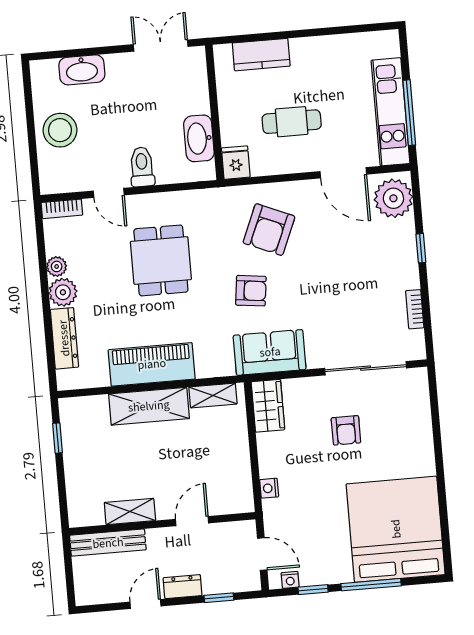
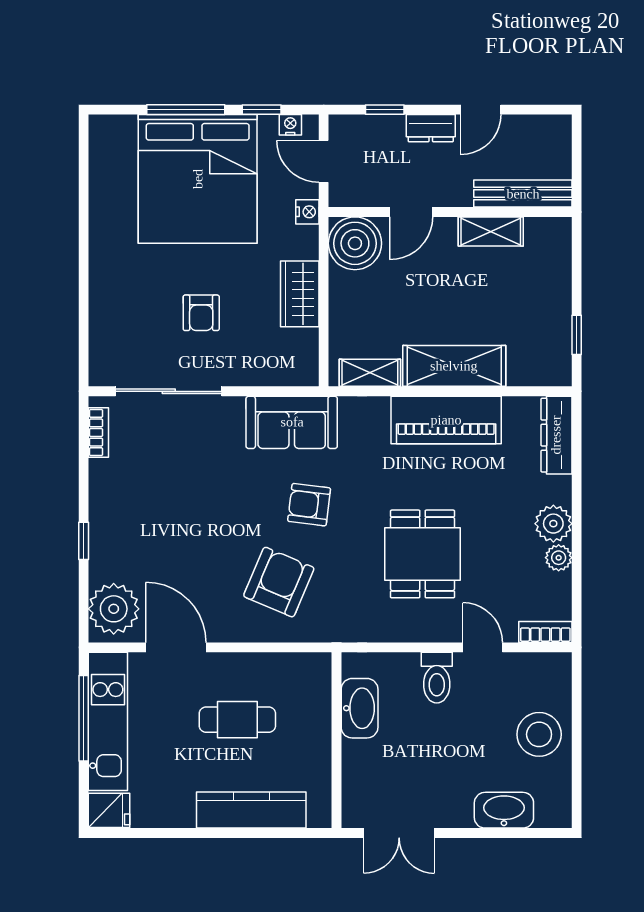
kitchen counter: (261, 55) -> (251, 810), width x1.50
fridge: (236, 163) -> (109, 810), moved, turned -90
bookcase: (415, 309) -> (98, 433), moved
dresser: (64, 338) -> (556, 435), moved
wardrobe: (268, 406) -> (300, 294), moved
armchair: (346, 430) -> (201, 313), turned 180
nightstand: (269, 488) -> (307, 212), moved
boiler: (233, 494) -> (355, 243), added
bed: (396, 529) -> (198, 179), moved

